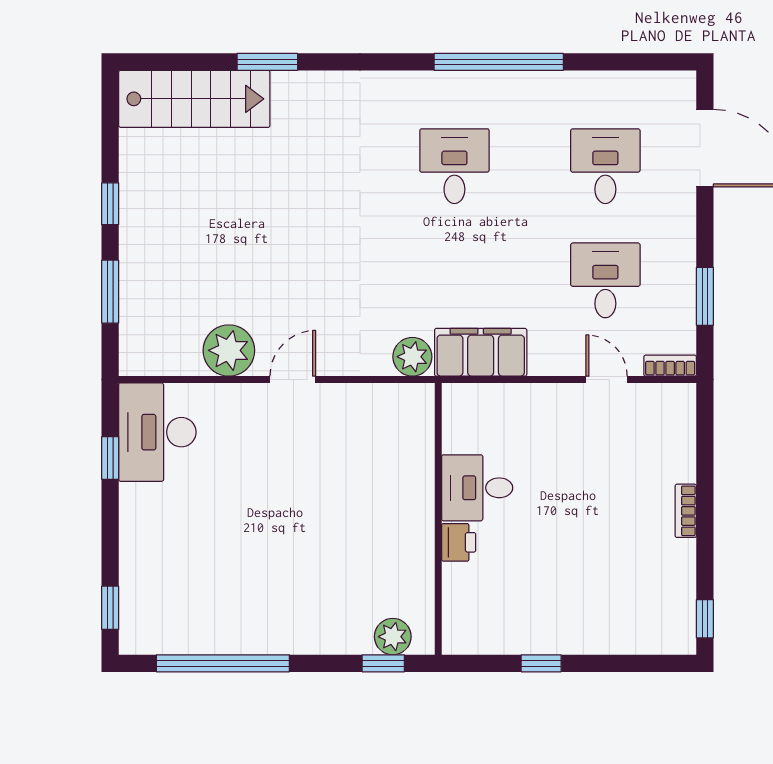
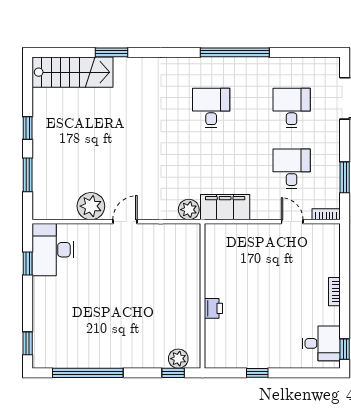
desk: (477, 488) -> (321, 343), moved, turned 180

